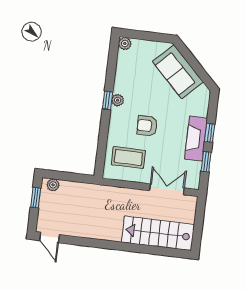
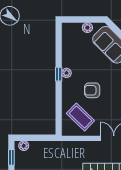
plant: (125, 43) -> (87, 28), moved
coffee table: (128, 157) -> (80, 117), turned 44

